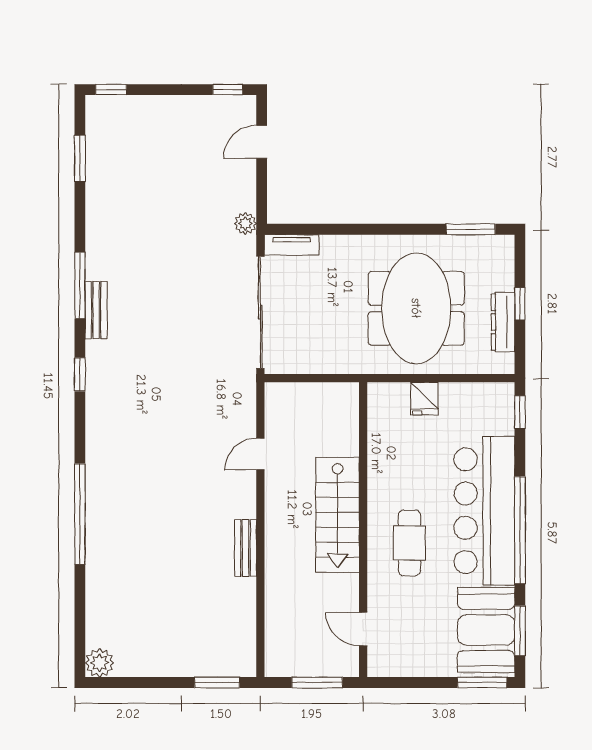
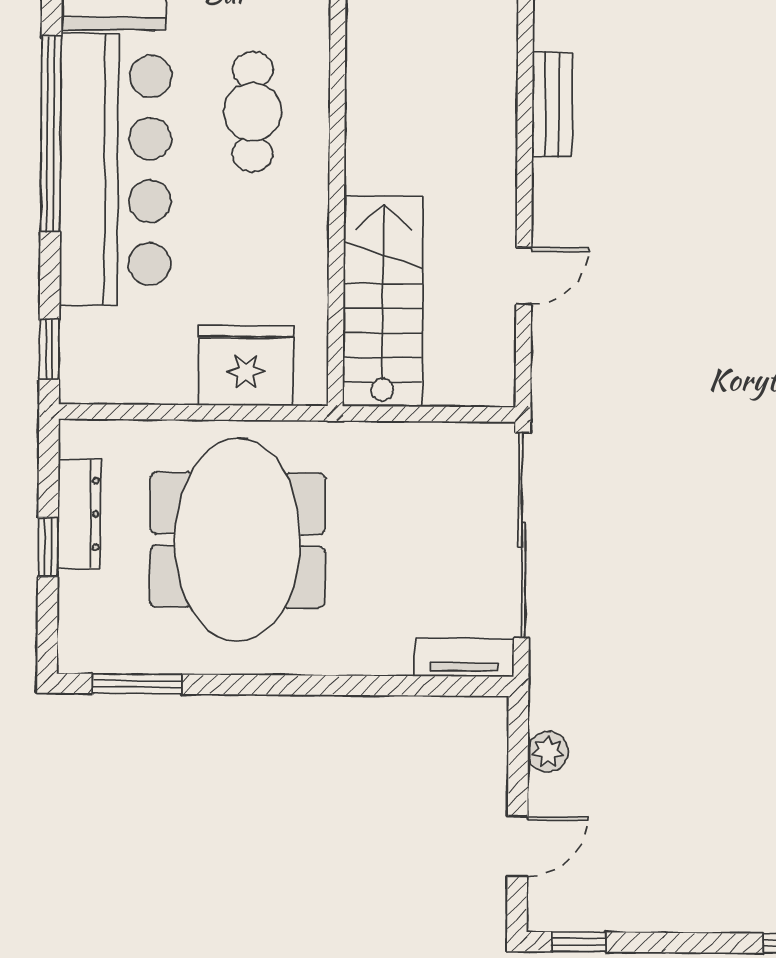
plant: (245, 224) -> (548, 752), moved
fridge: (424, 398) -> (246, 365), width x1.88, depth x1.34
stairs: (337, 515) -> (383, 301), moved

